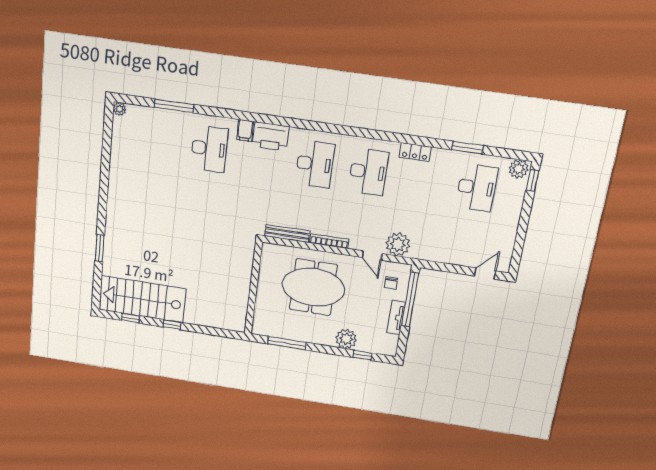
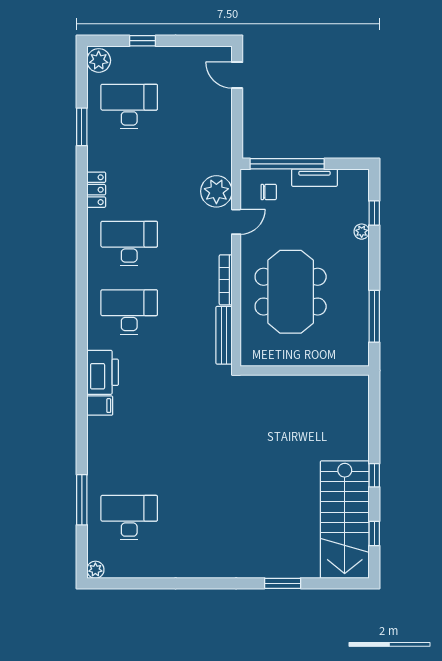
desk: (209, 149) -> (129, 518), moved
window: (532, 181) -> (143, 41), moved
plant: (346, 339) -> (362, 232), width x0.53, depth x0.53

